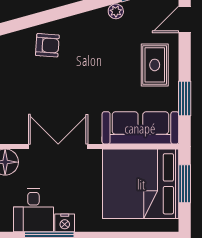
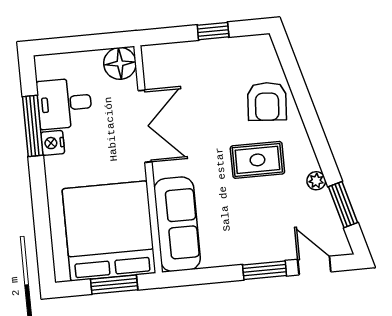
armchair: (47, 45) -> (267, 101), width x1.38, depth x1.38
rug: (155, 65) -> (257, 160), moved
window: (185, 98) -> (265, 270), moved

